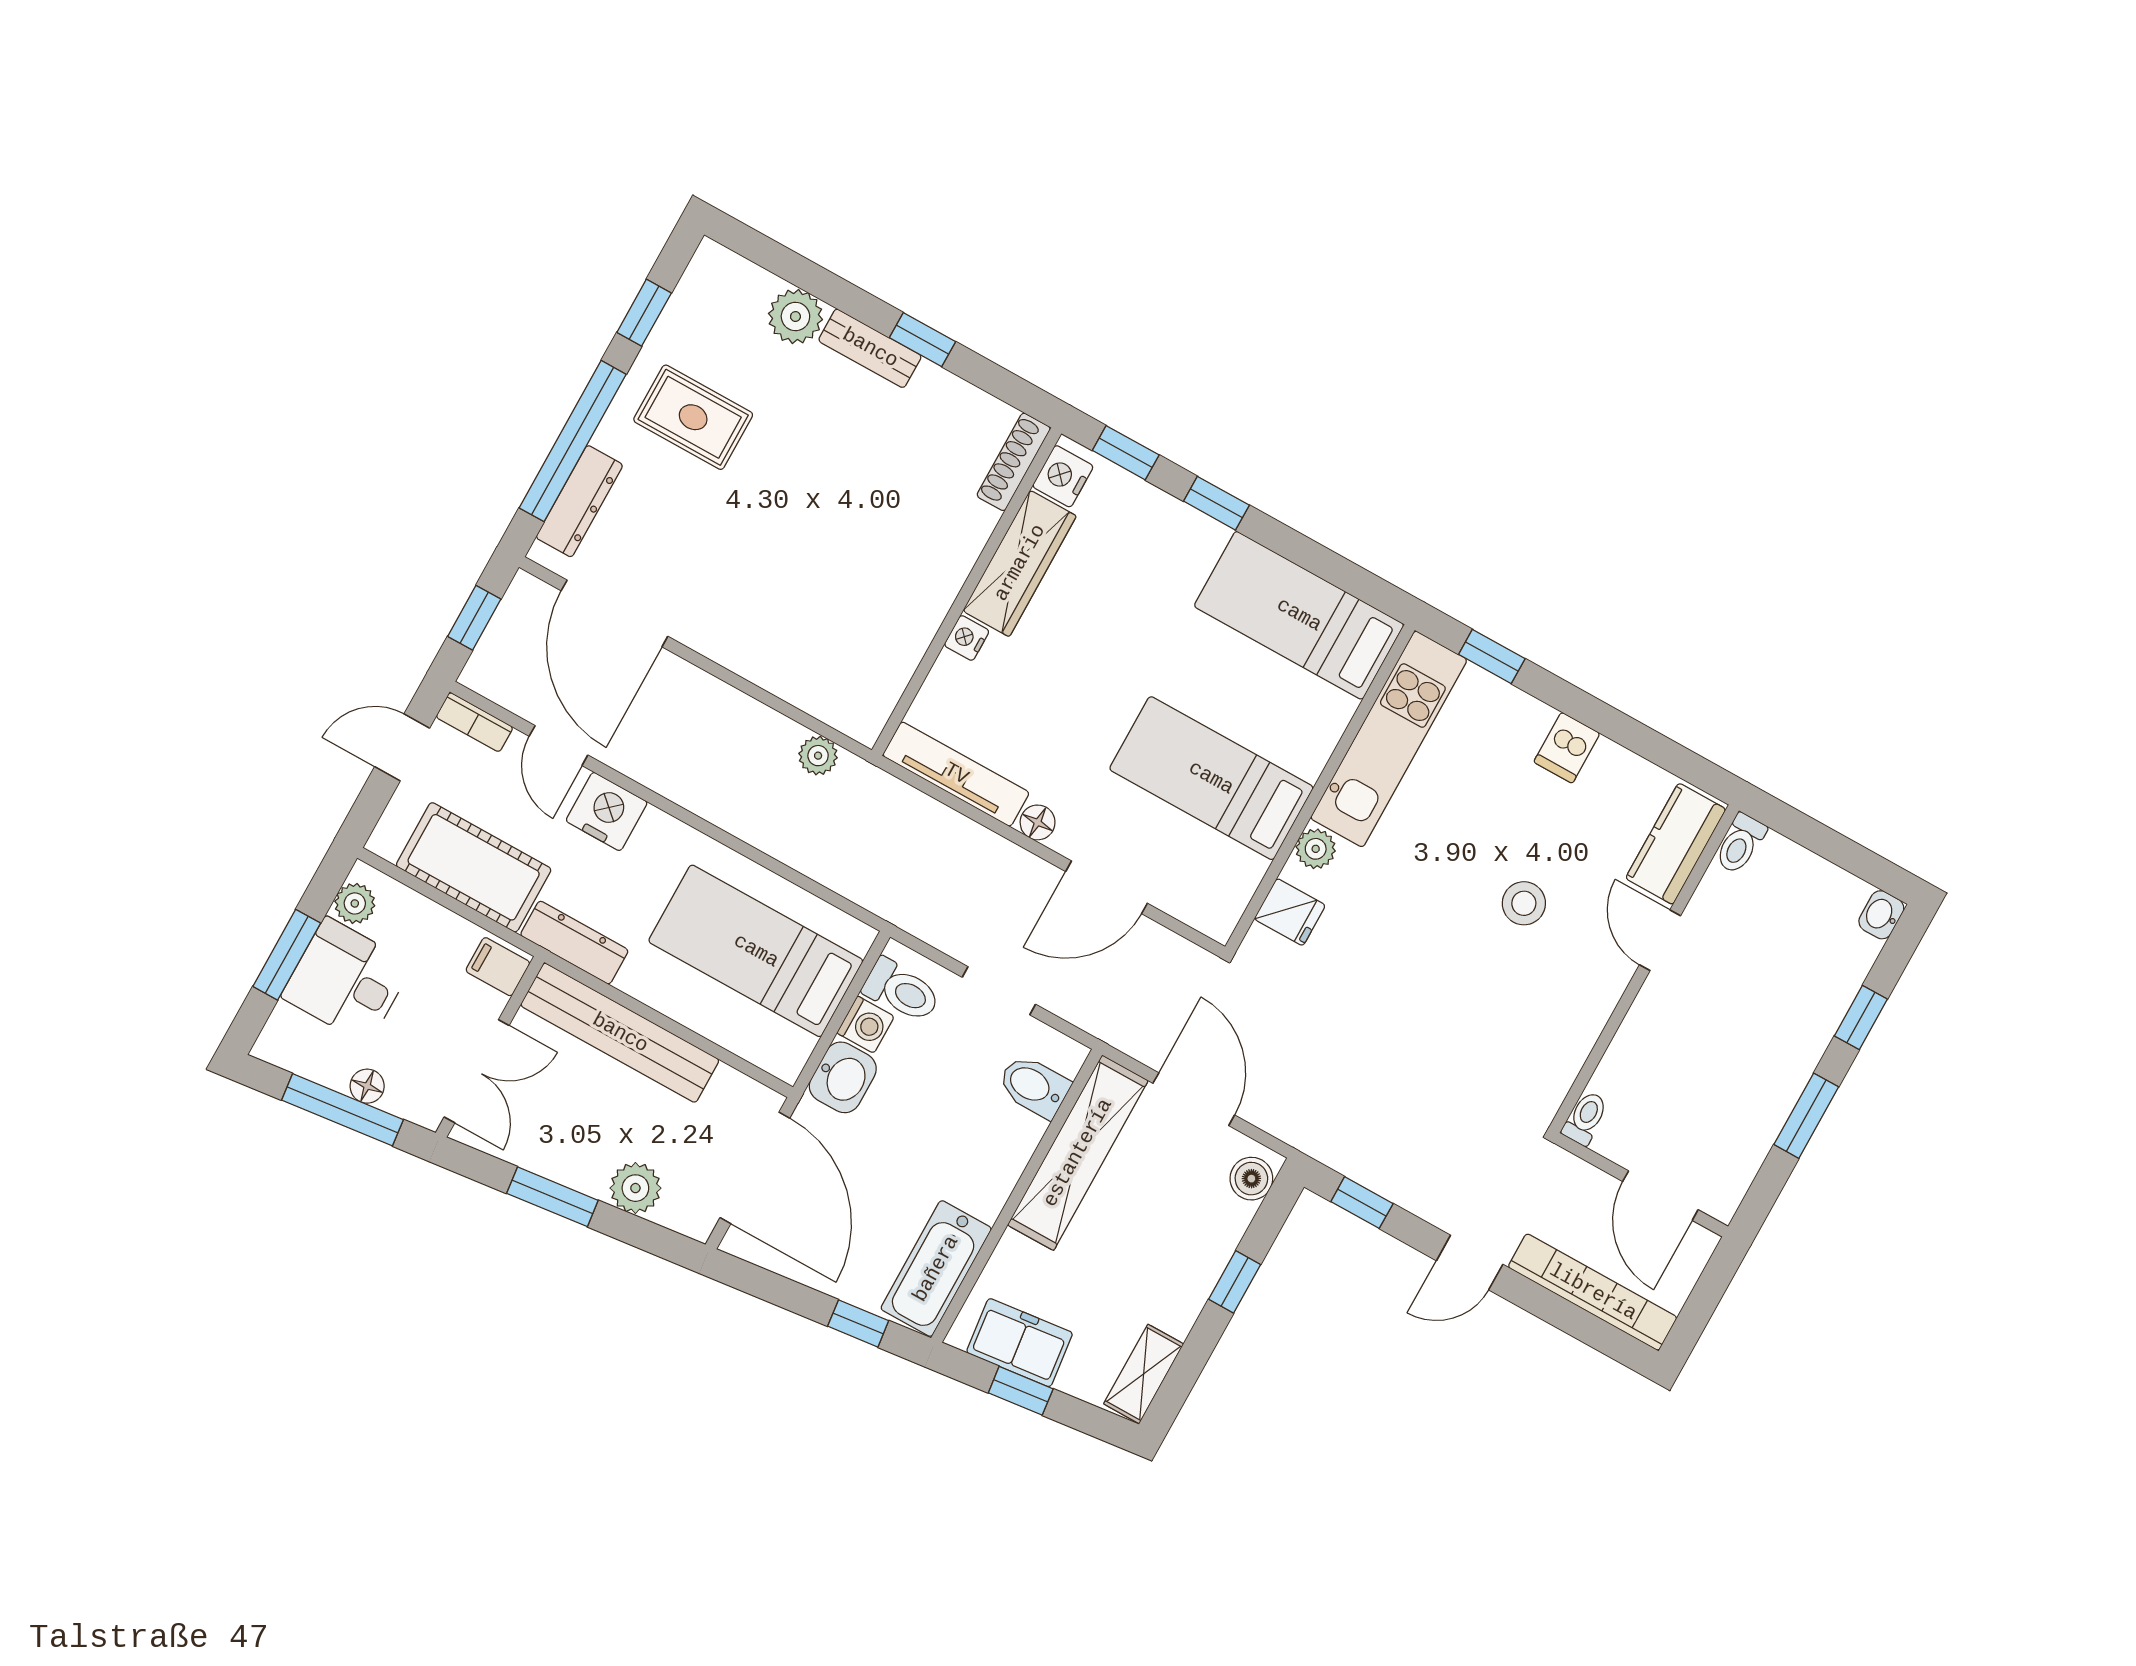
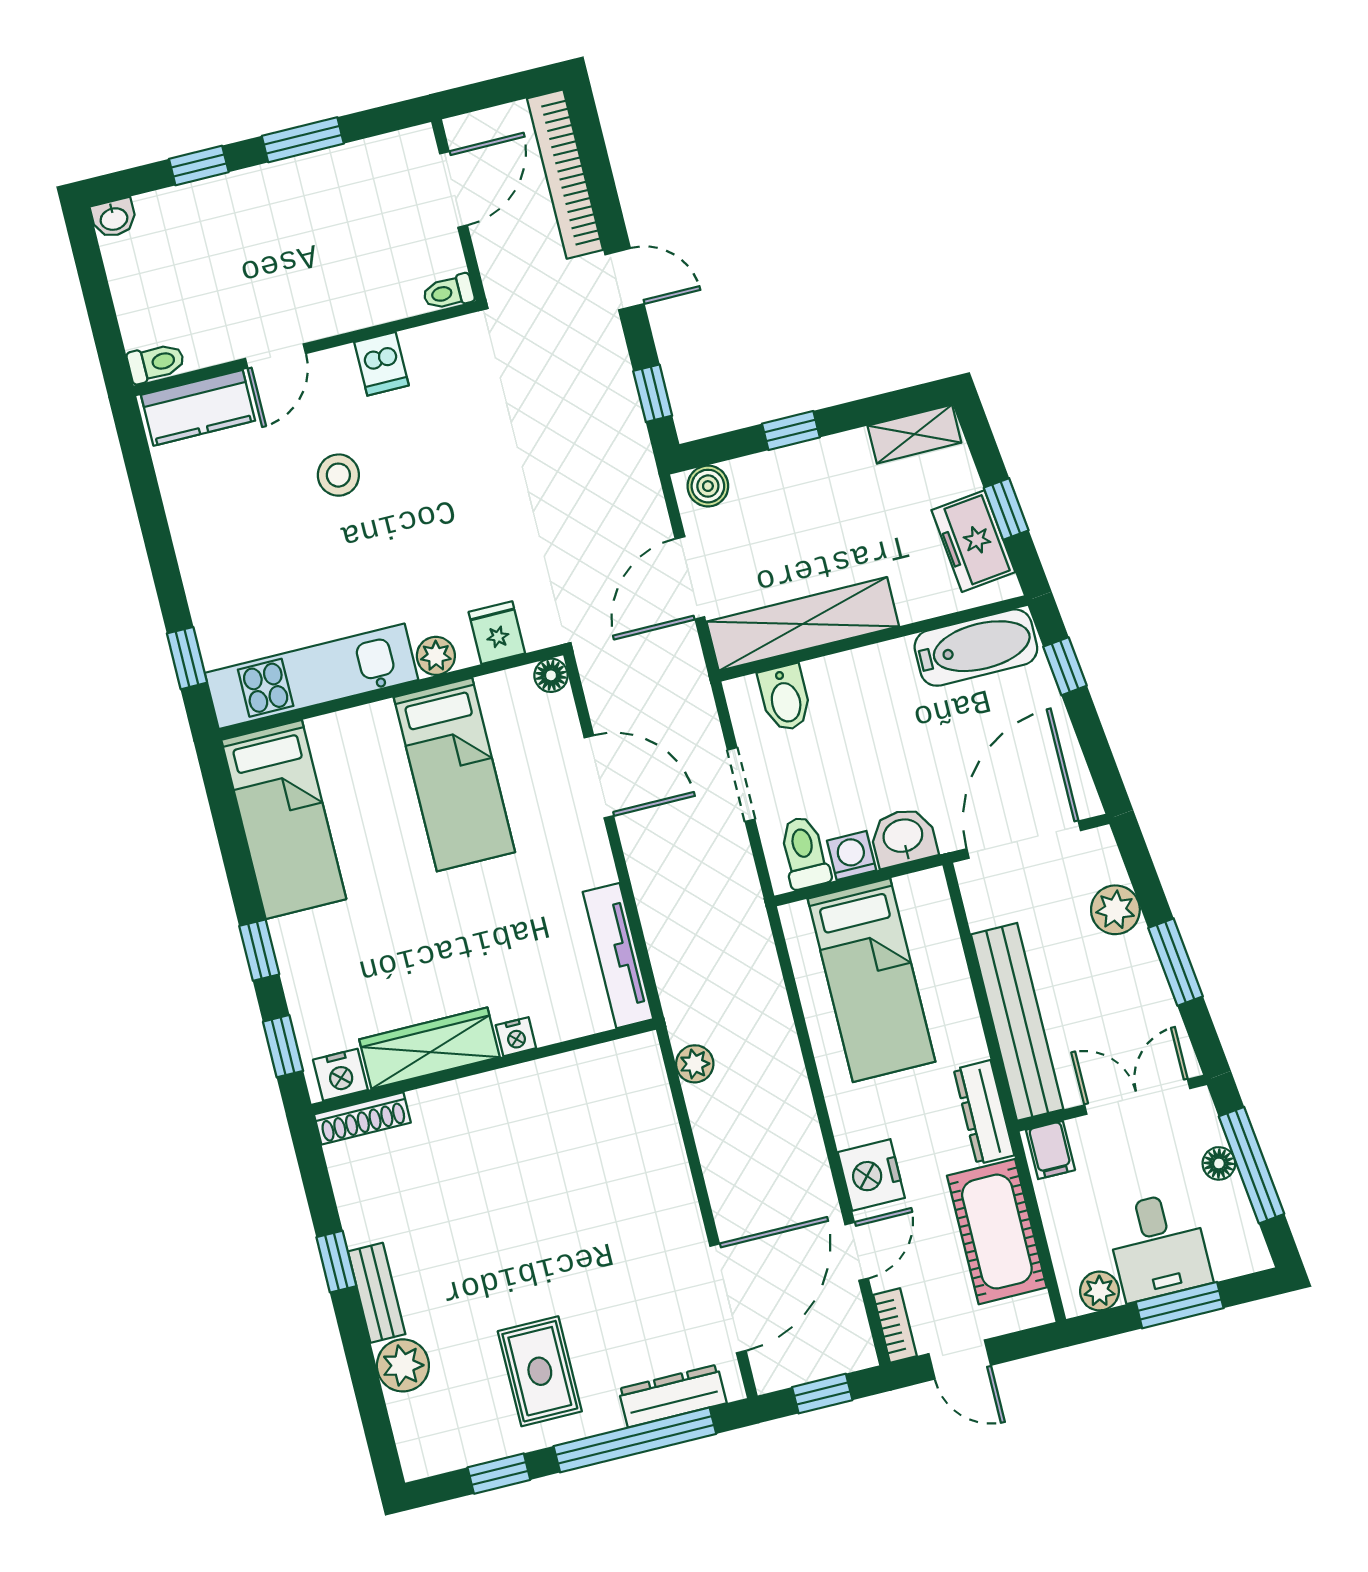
dishwasher: (1567, 748) -> (381, 364), moved, turned 90
floor lamp: (1038, 822) -> (551, 675), moved

